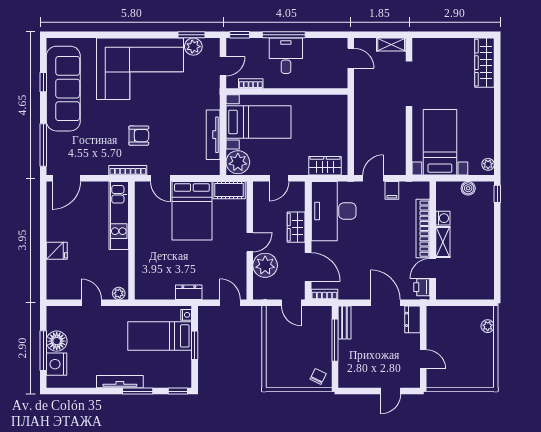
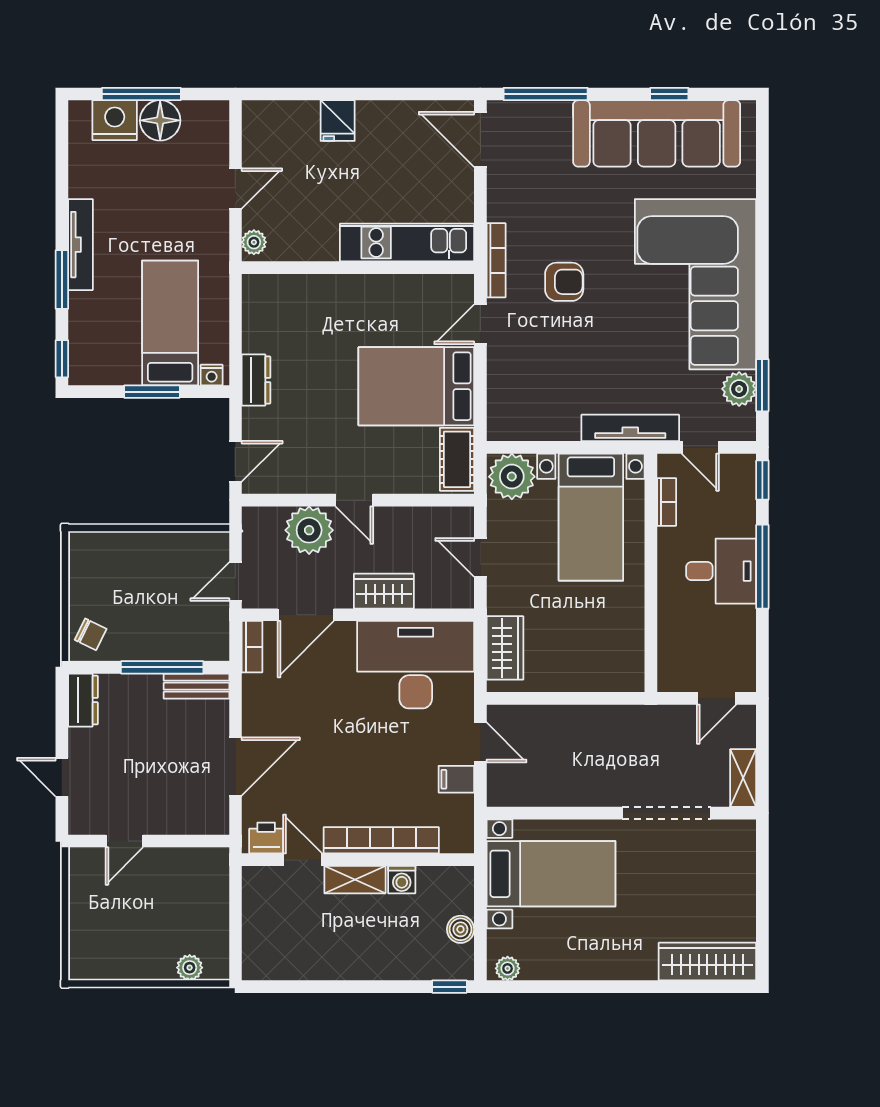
tv unit: (213, 135) -> (630, 428), moved
armchair: (139, 136) -> (564, 282), turned -90
dresser: (412, 319) -> (83, 700), moved, turned 90

